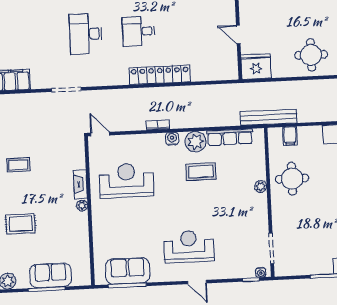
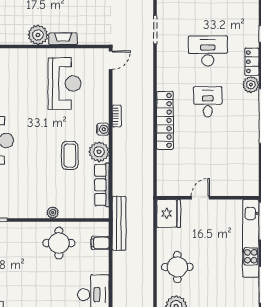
plant: (82, 205) -> (38, 35), width x1.88, depth x1.88

